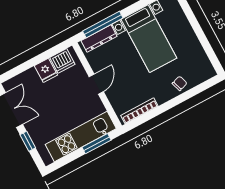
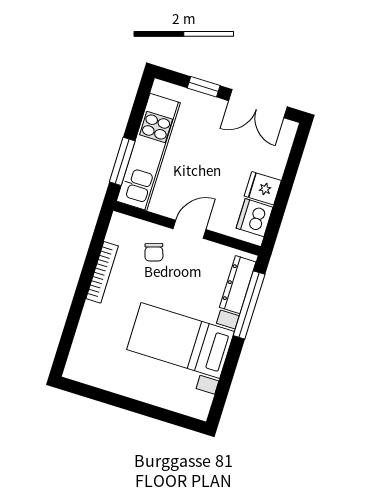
chair: (180, 83) -> (154, 252), moved
door: (96, 84) -> (189, 229), swing flipped
bookcase: (139, 111) -> (102, 272), moved

